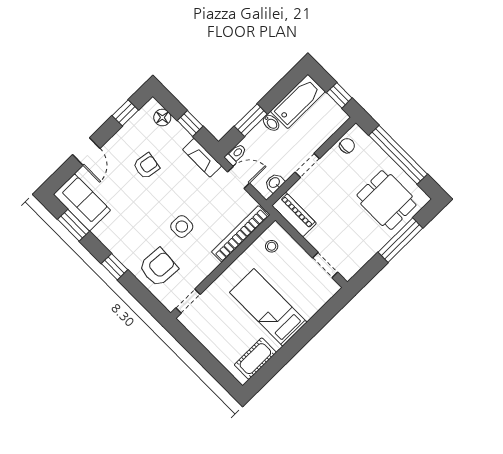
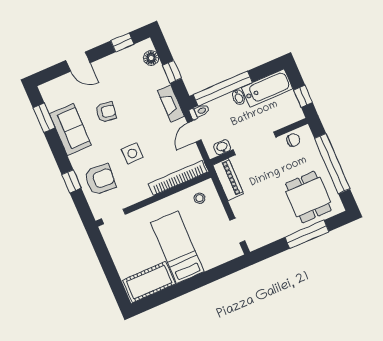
window: (251, 120) -> (223, 88), width x2.11
door: (86, 152) -> (78, 62), hinge flipped
doorway: (307, 165) -> (255, 143), width x1.87
armchair: (146, 166) -> (106, 112), moved
door: (239, 177) -> (194, 131), swing flipped
sofa: (82, 202) -> (70, 129), moved
window: (114, 267) -> (71, 181), moved
cot: (255, 359) -> (149, 282), width x1.37, depth x1.34

